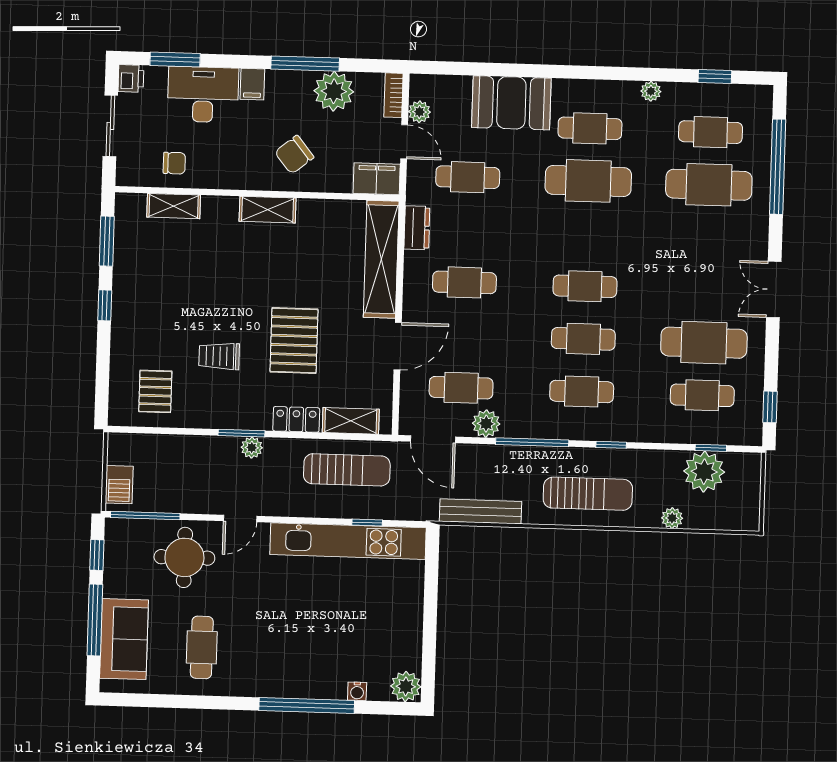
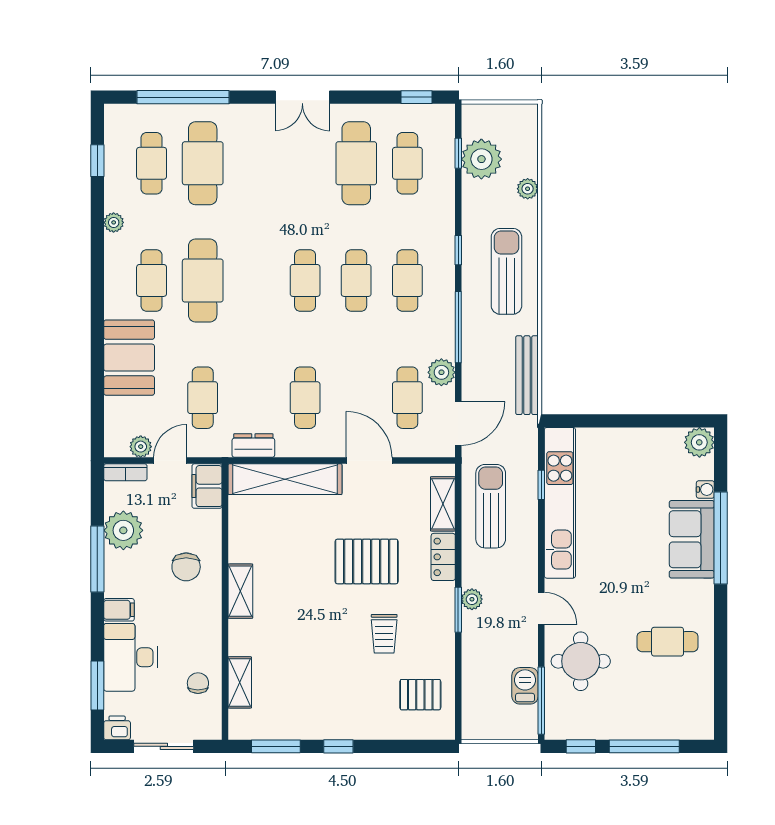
chair: (294, 155) -> (186, 567), turned 39
barbecue: (119, 485) -> (525, 686), moved, turned -90
sofa: (124, 639) -> (692, 539), moved, turned -90

